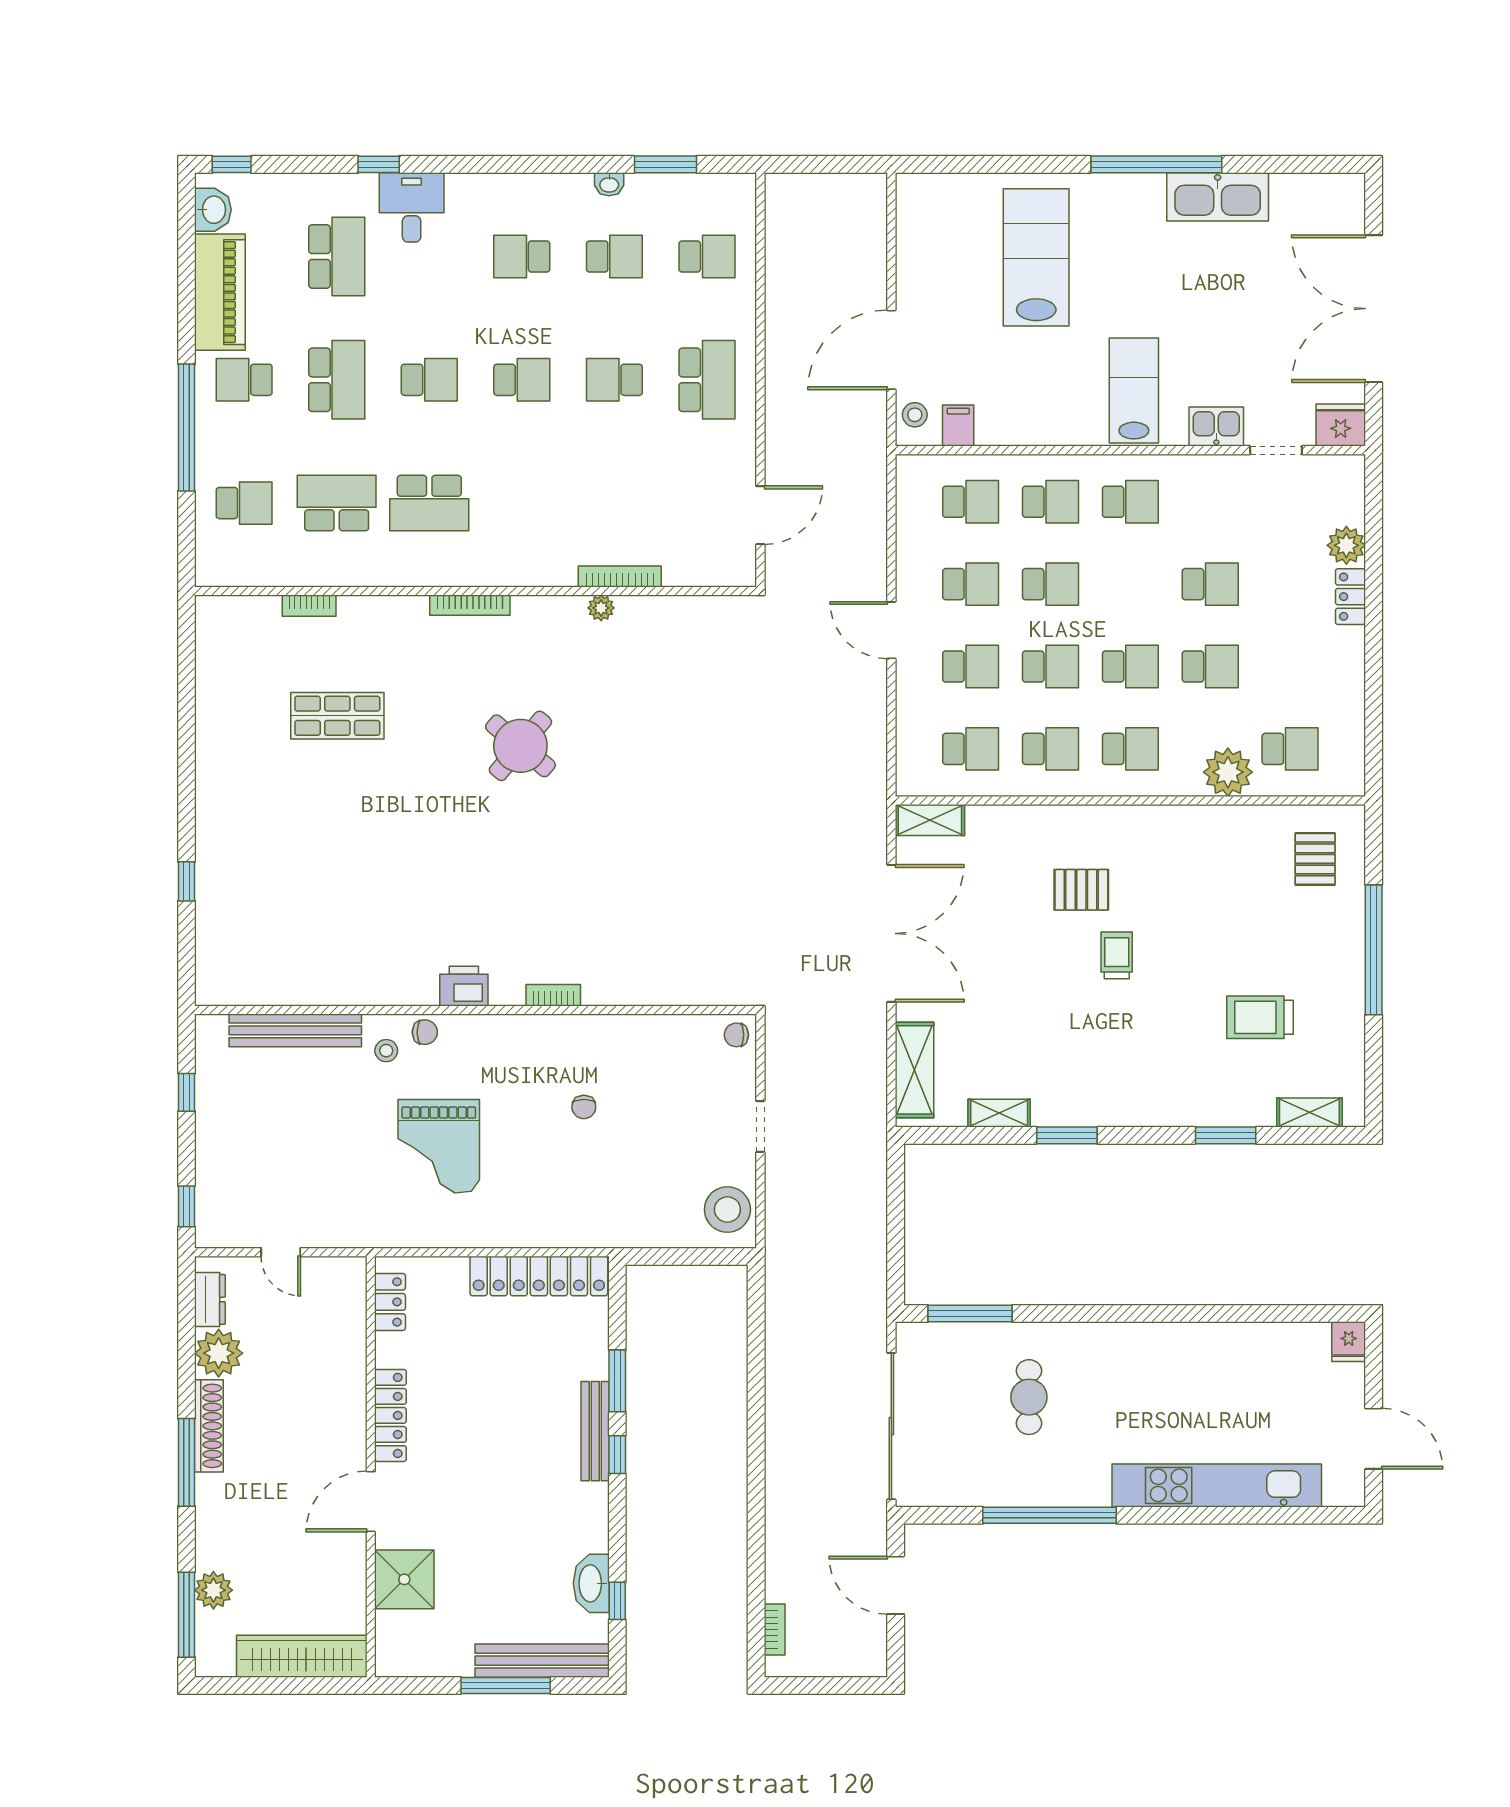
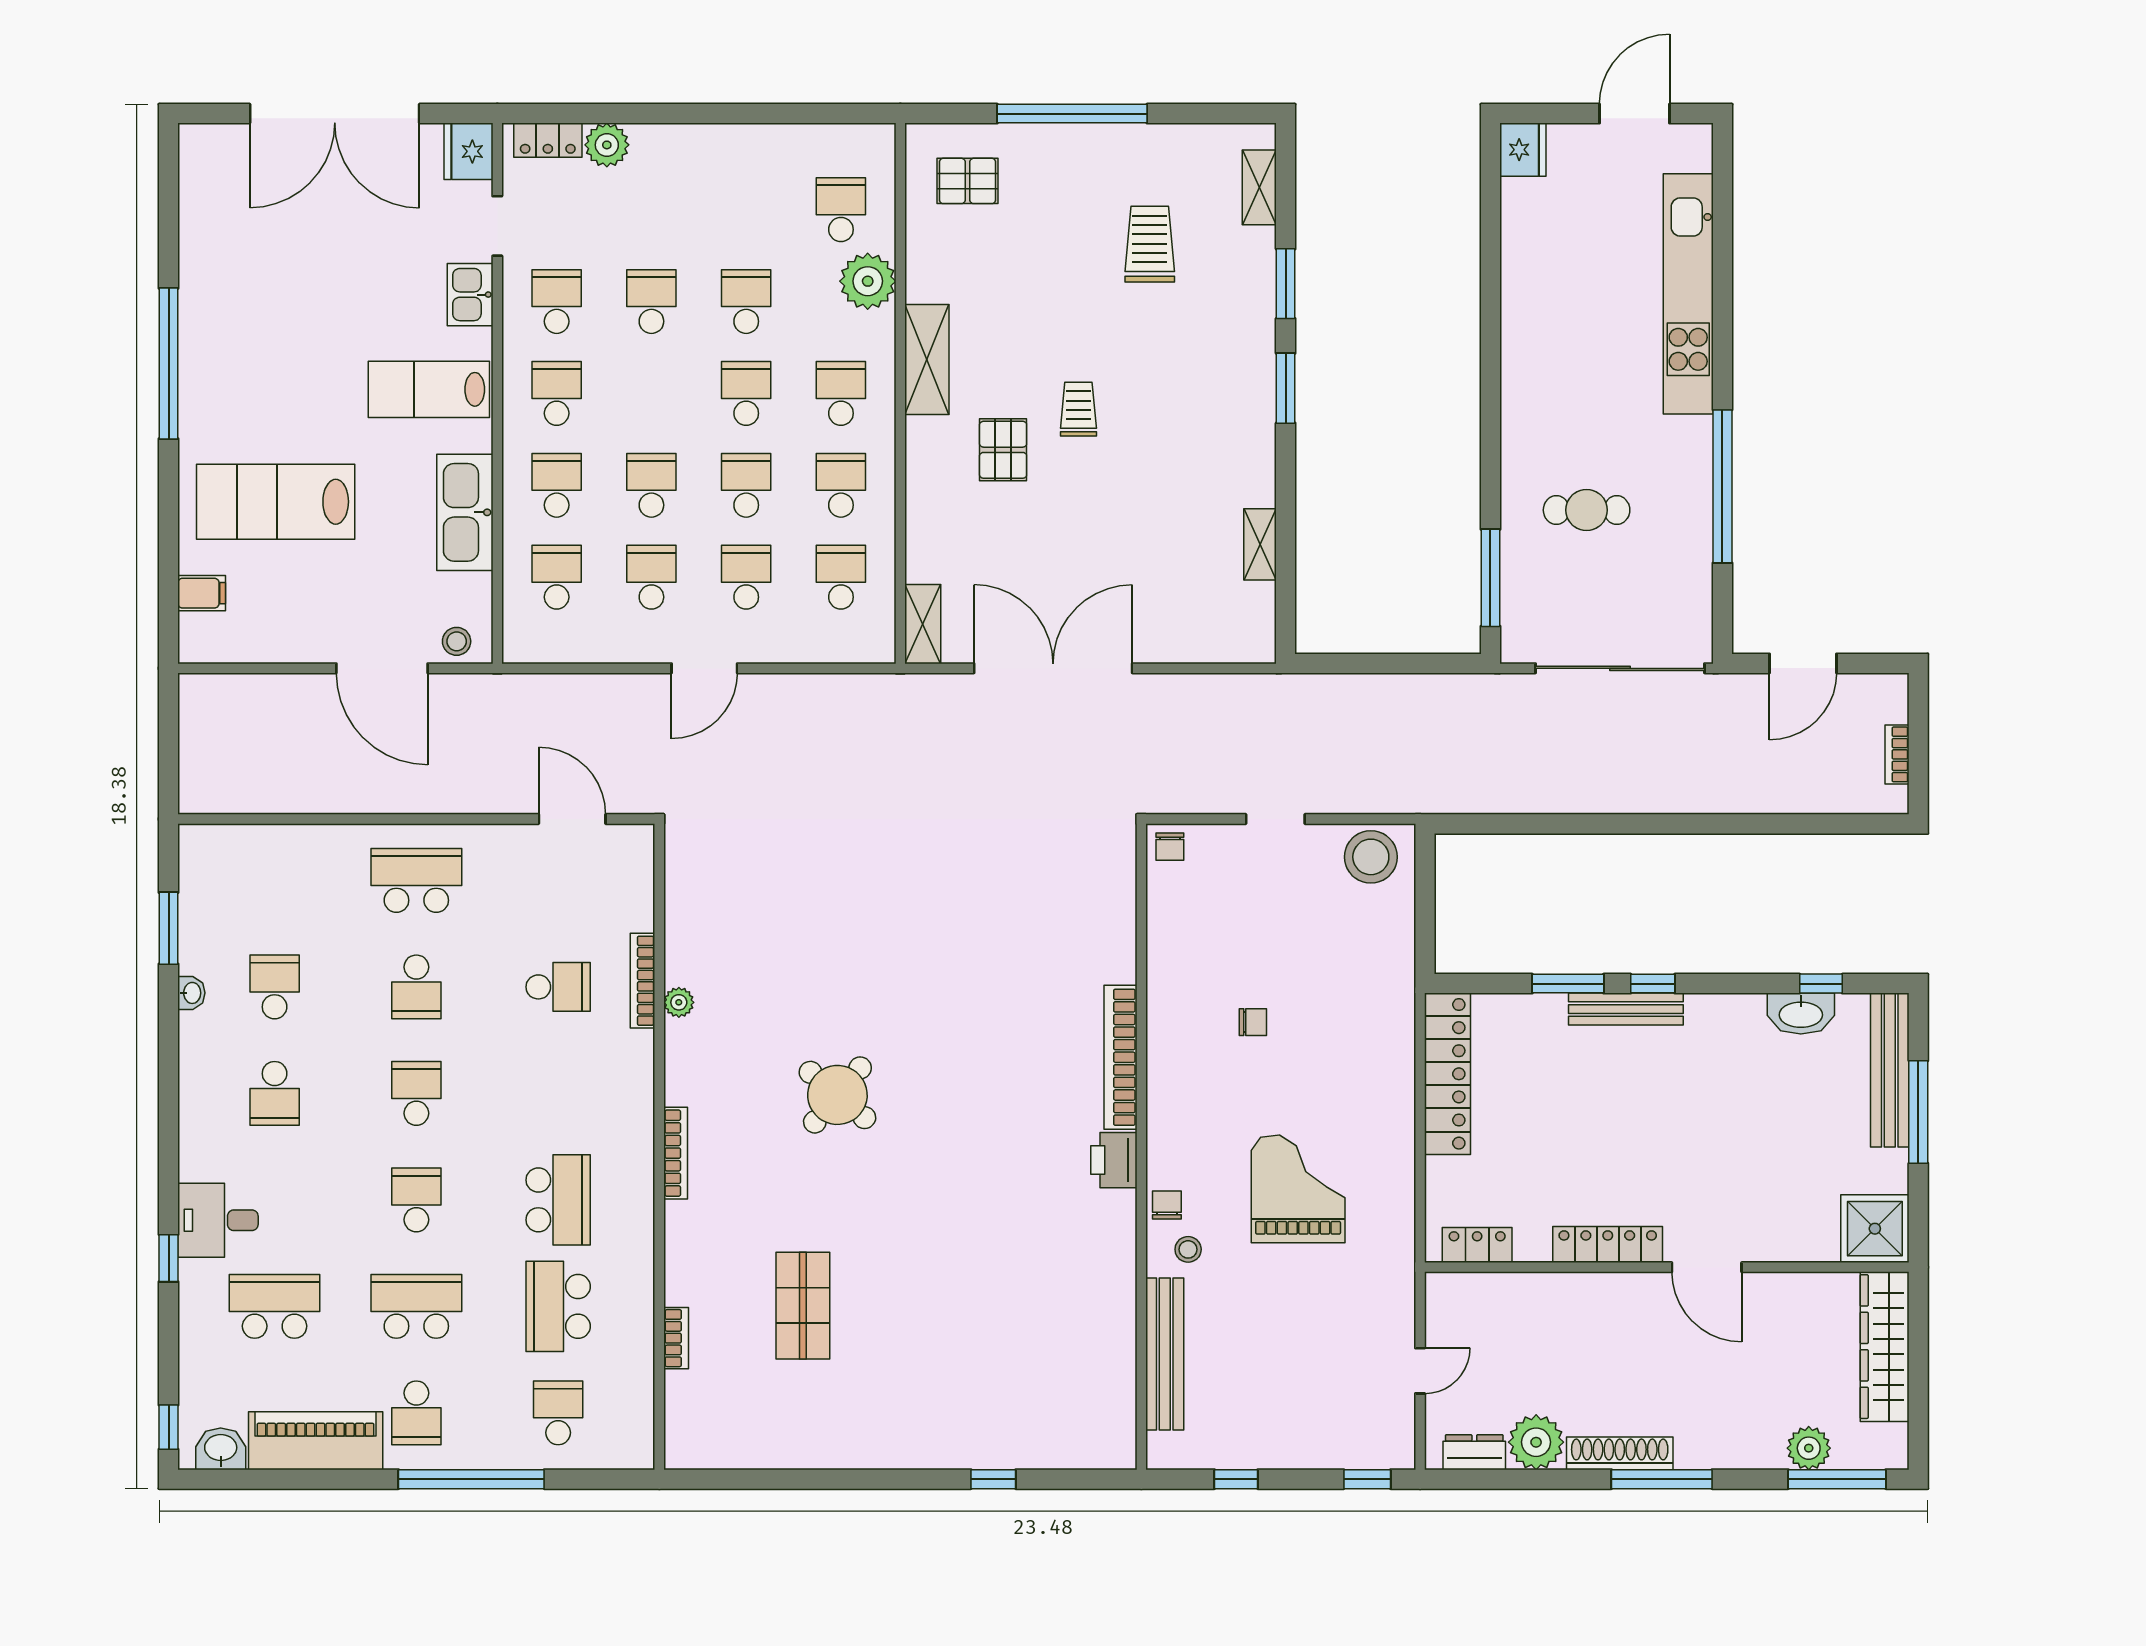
kitchen sink: (1218, 197) -> (465, 512), moved, turned 180
school desk: (707, 256) -> (558, 987), moved, turned 90
filing cabinet: (958, 426) -> (202, 593), moved, turned 180
school desk: (1210, 502) -> (557, 302), added
locker: (1350, 597) -> (548, 140), moved
trolley: (1117, 955) -> (1078, 409), turned 90
bookcase: (553, 995) -> (1120, 1057), width x2.31, depth x1.31
trolley: (1260, 1017) -> (1150, 244), turned 180
shelving: (914, 1070) -> (927, 359), moved, turned 90
window: (1067, 1135) -> (1286, 388), moved
grand piano: (439, 1146) -> (1298, 1189), turned -90
fridge: (1349, 1342) -> (1523, 150), width x1.38
shower: (404, 1579) -> (1875, 1229), moved
bookcase: (775, 1629) -> (1897, 754), moved, turned -90

